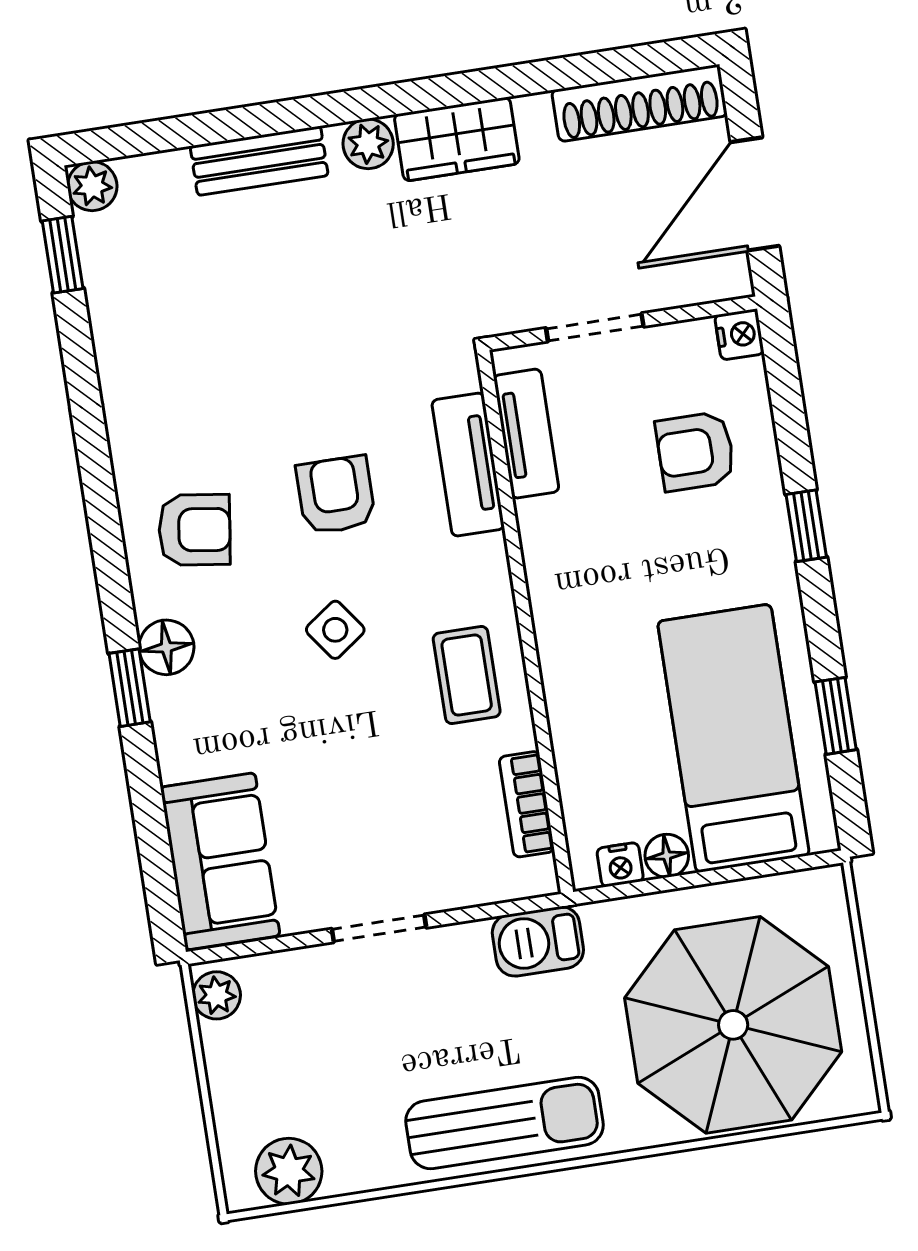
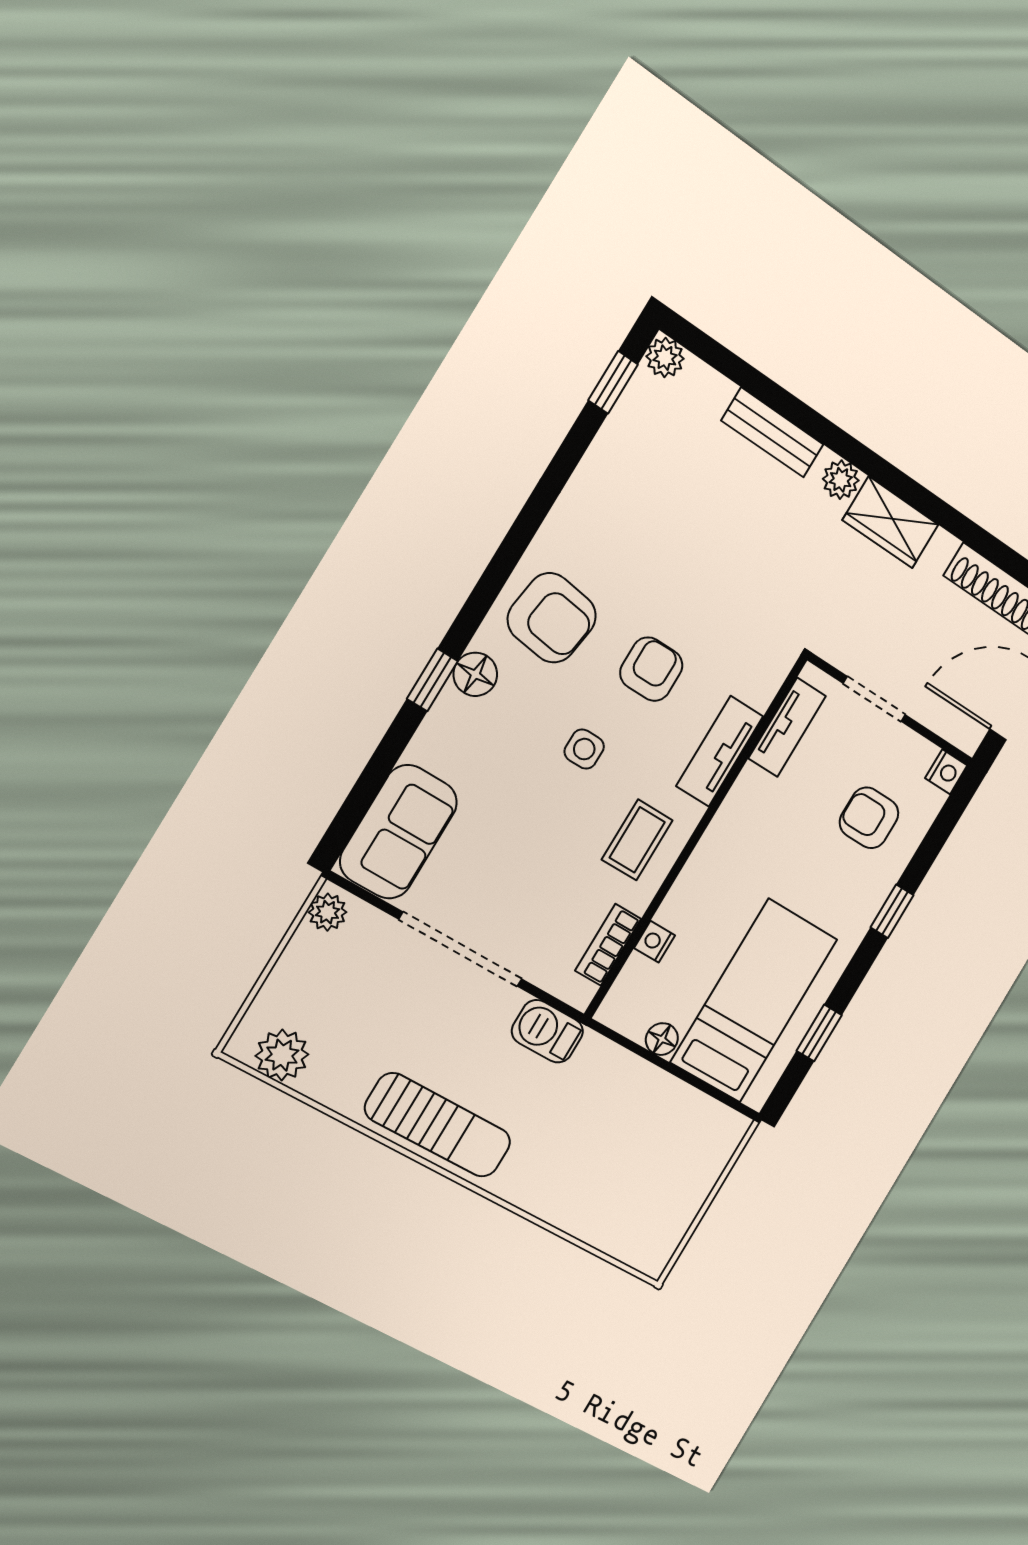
tv unit: (468, 465) -> (720, 751), moved
armchair: (195, 530) -> (552, 618), width x1.38, depth x1.38
side table: (335, 630) -> (584, 749), turned 36
nightstand: (620, 865) -> (655, 942), moved, turned 90
doorway: (379, 928) -> (461, 949), width x1.88
parasol: (733, 1025) -> (617, 1168), removed

